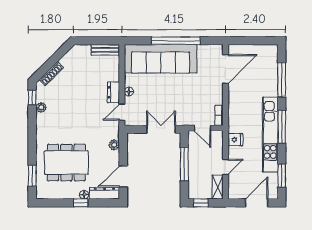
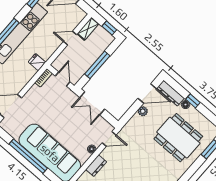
dresser: (113, 92) -> (96, 166), moved
fridge: (235, 140) -> (37, 62), moved
plant: (114, 145) -> (143, 111), moved

